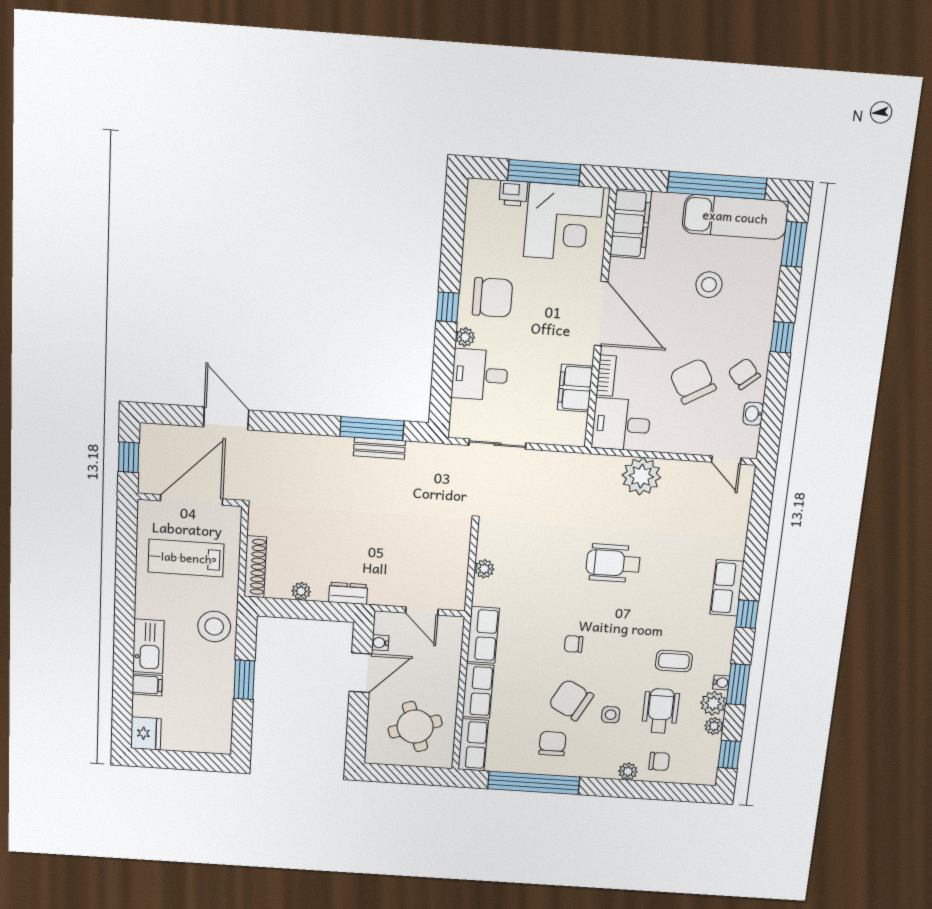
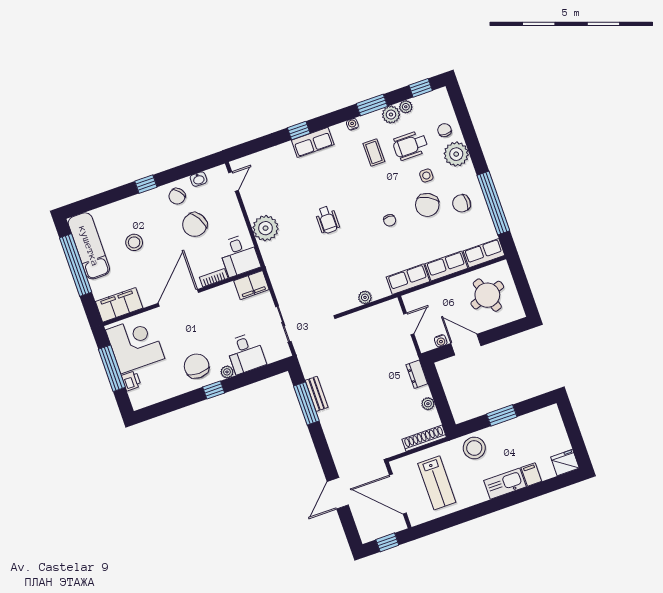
window: (794, 244) -> (89, 204), removed
filing cabinet: (575, 388) -> (251, 285), moved
wheelchair: (613, 563) -> (327, 220), width x0.73, depth x0.73
window: (747, 614) -> (299, 131), moved
water cooler: (721, 683) -> (352, 124), moved
plant: (628, 771) -> (456, 154), width x1.88, depth x1.88

